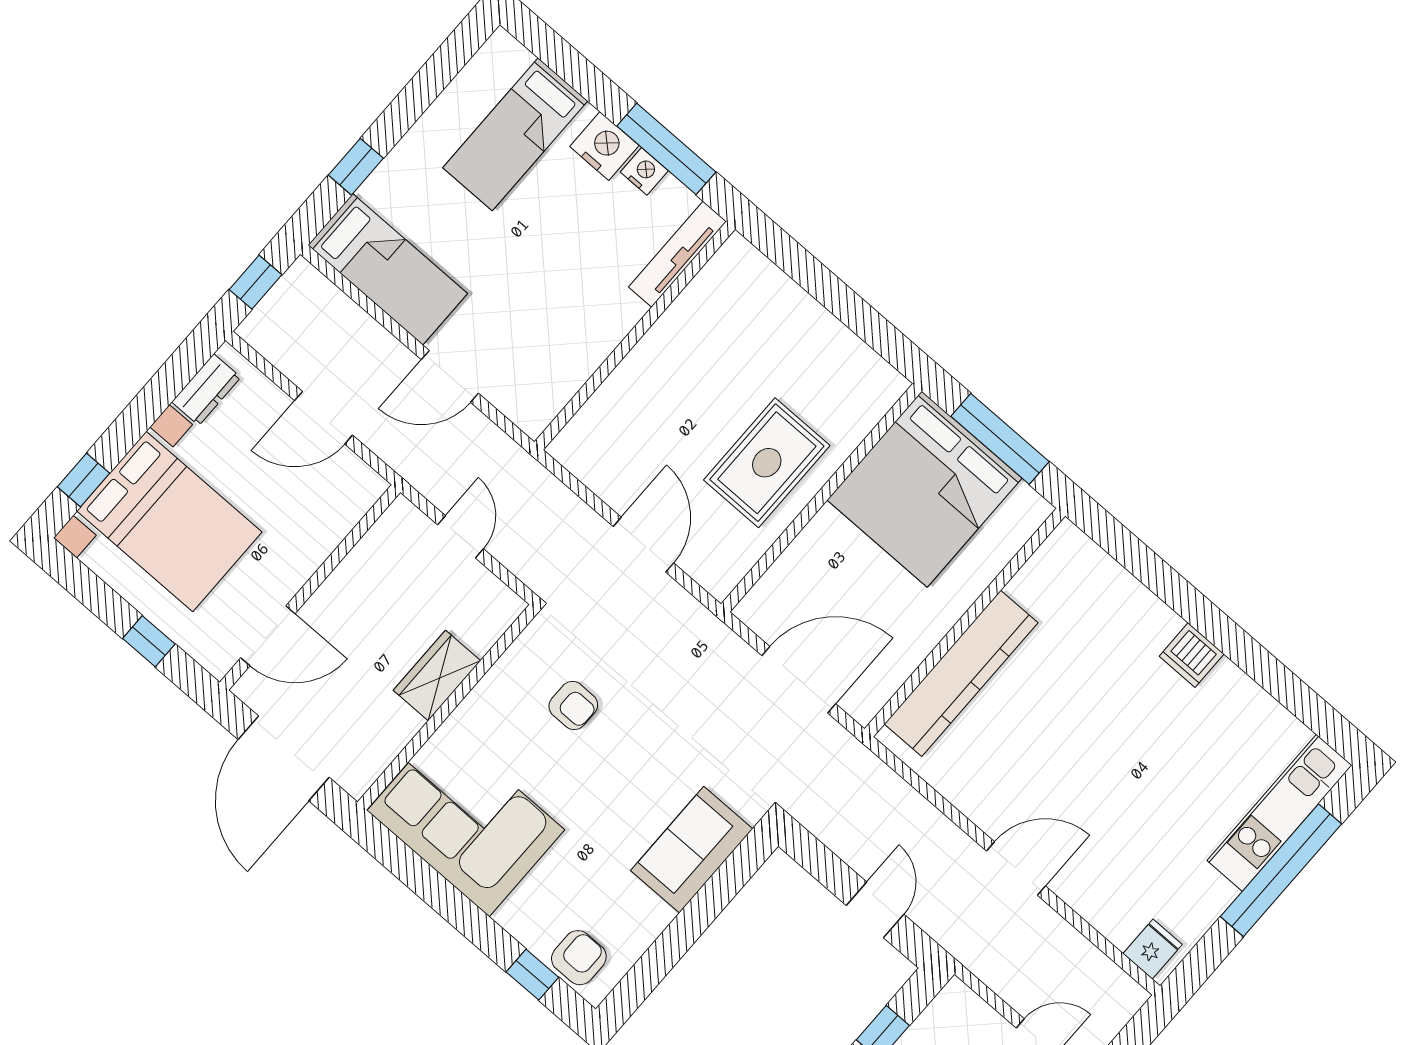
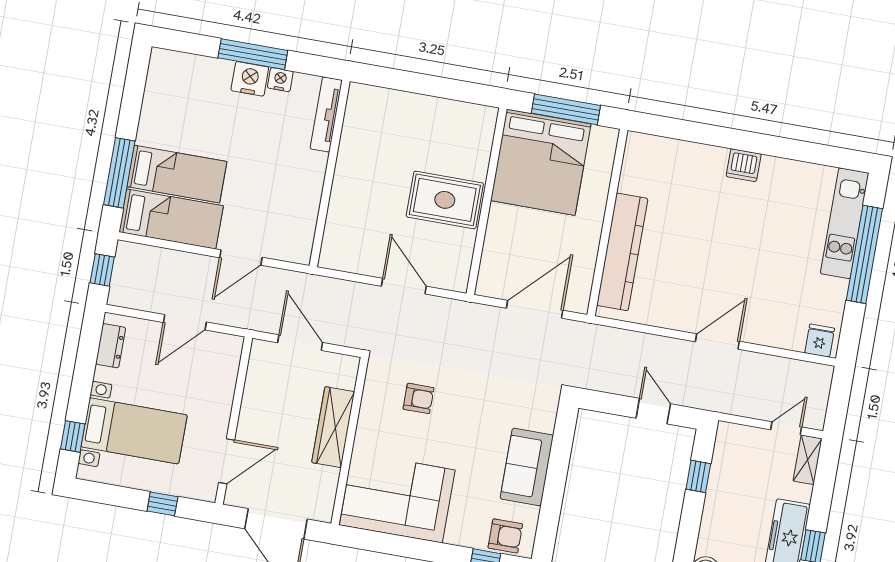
bed: (515, 134) -> (177, 174), moved, turned -90
window: (666, 149) -> (253, 54), moved
window: (356, 167) -> (119, 173), width x2.17
rug: (767, 463) -> (445, 200), turned 90
bed with nightstands: (169, 521) -> (134, 431), width x0.73
door: (461, 537) -> (300, 343), width x1.38
wardrobe: (437, 675) -> (333, 427), width x1.50
sofa: (692, 850) -> (527, 467), moved
armchair: (579, 958) -> (505, 536), turned 90

